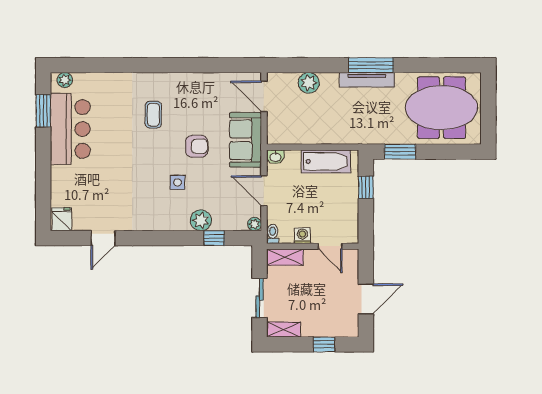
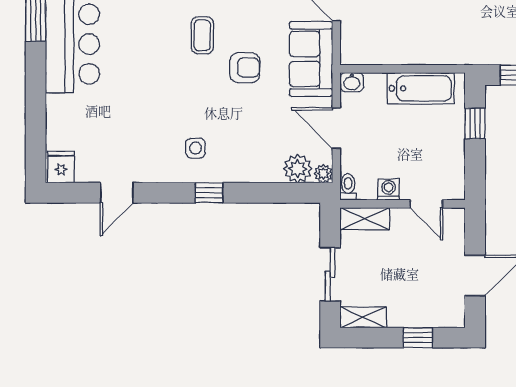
coffee table: (153, 115) -> (202, 35), moved
side table: (178, 182) -> (195, 148), moved
plant: (201, 220) -> (298, 169), moved
window: (214, 238) -> (209, 193), moved

